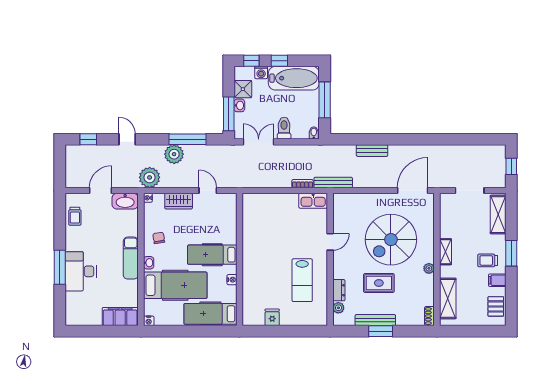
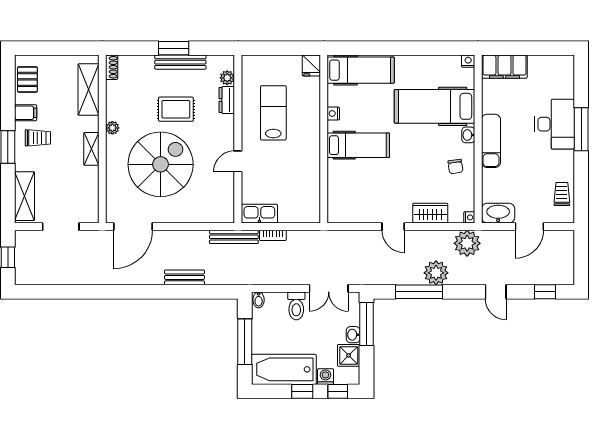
hospital bed: (212, 255) -> (358, 145), moved
wall: (239, 259) -> (324, 139), moved
nightstand: (232, 280) -> (333, 114), moved
hospital bed: (210, 314) -> (361, 70), moved

